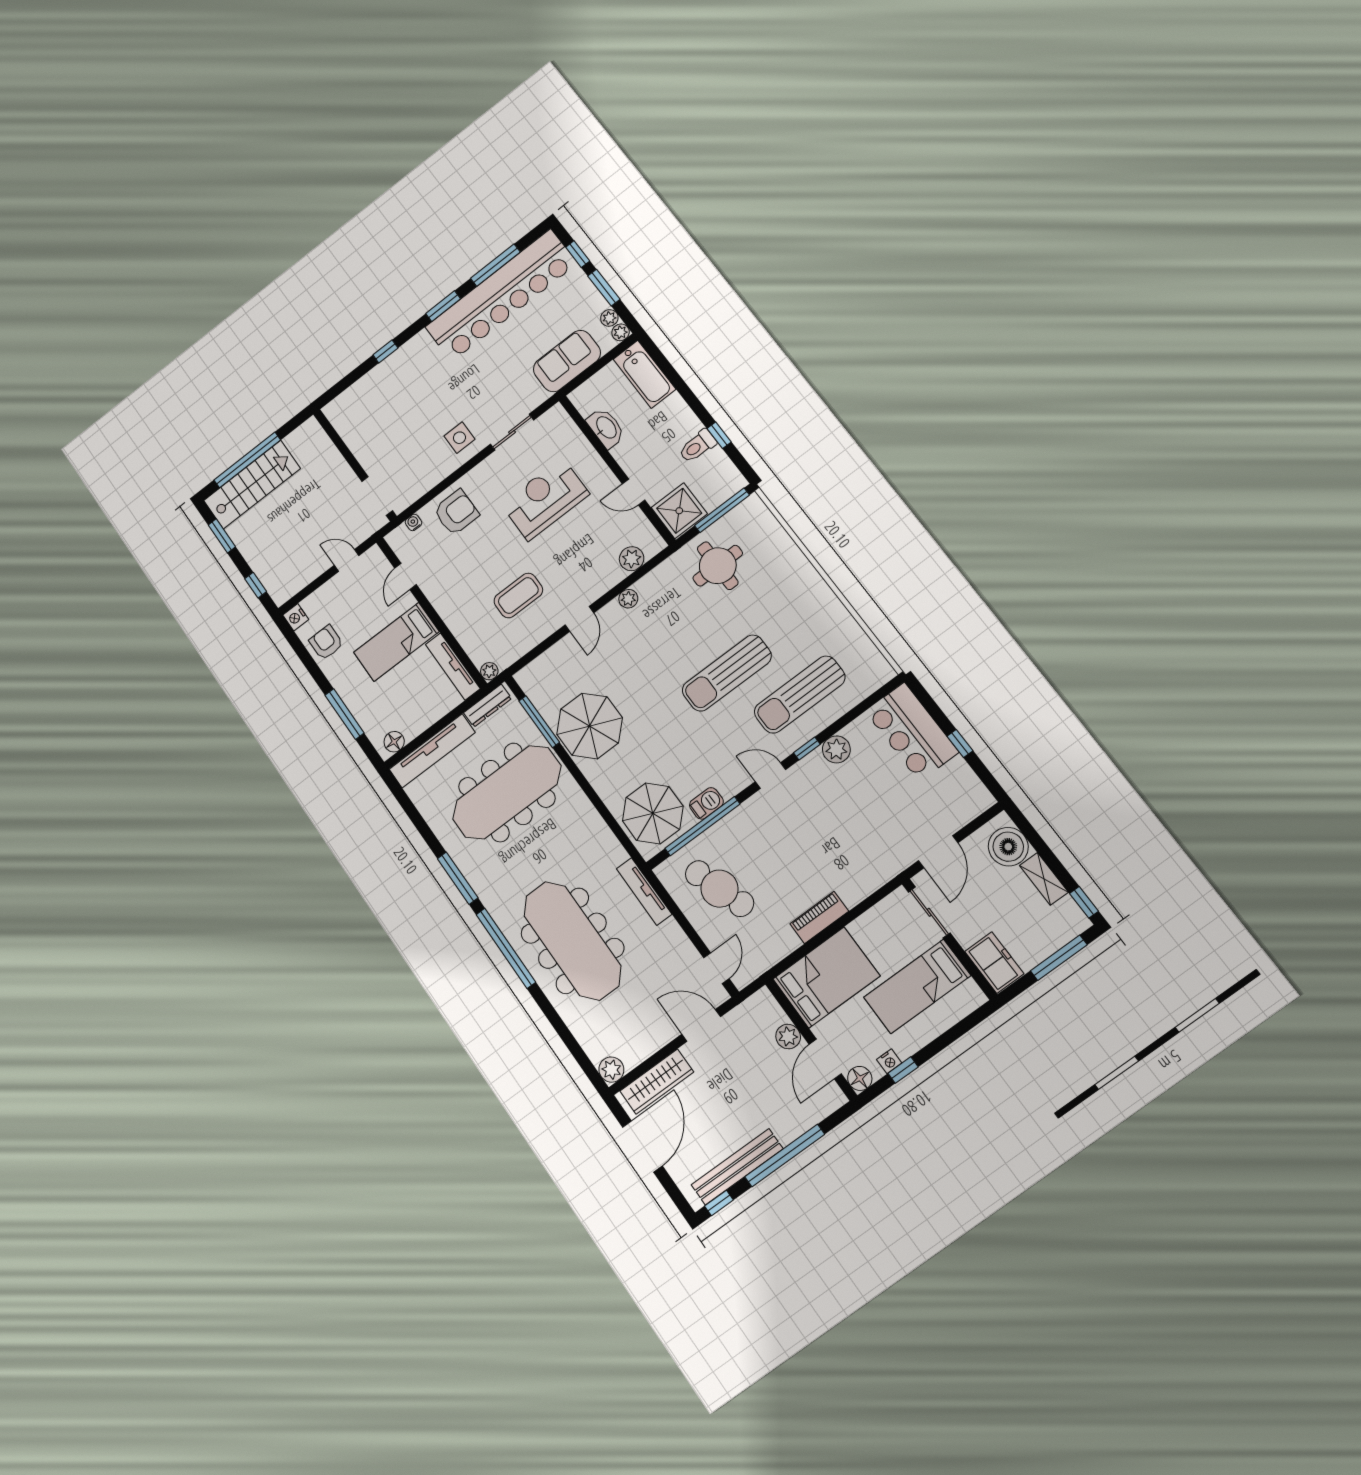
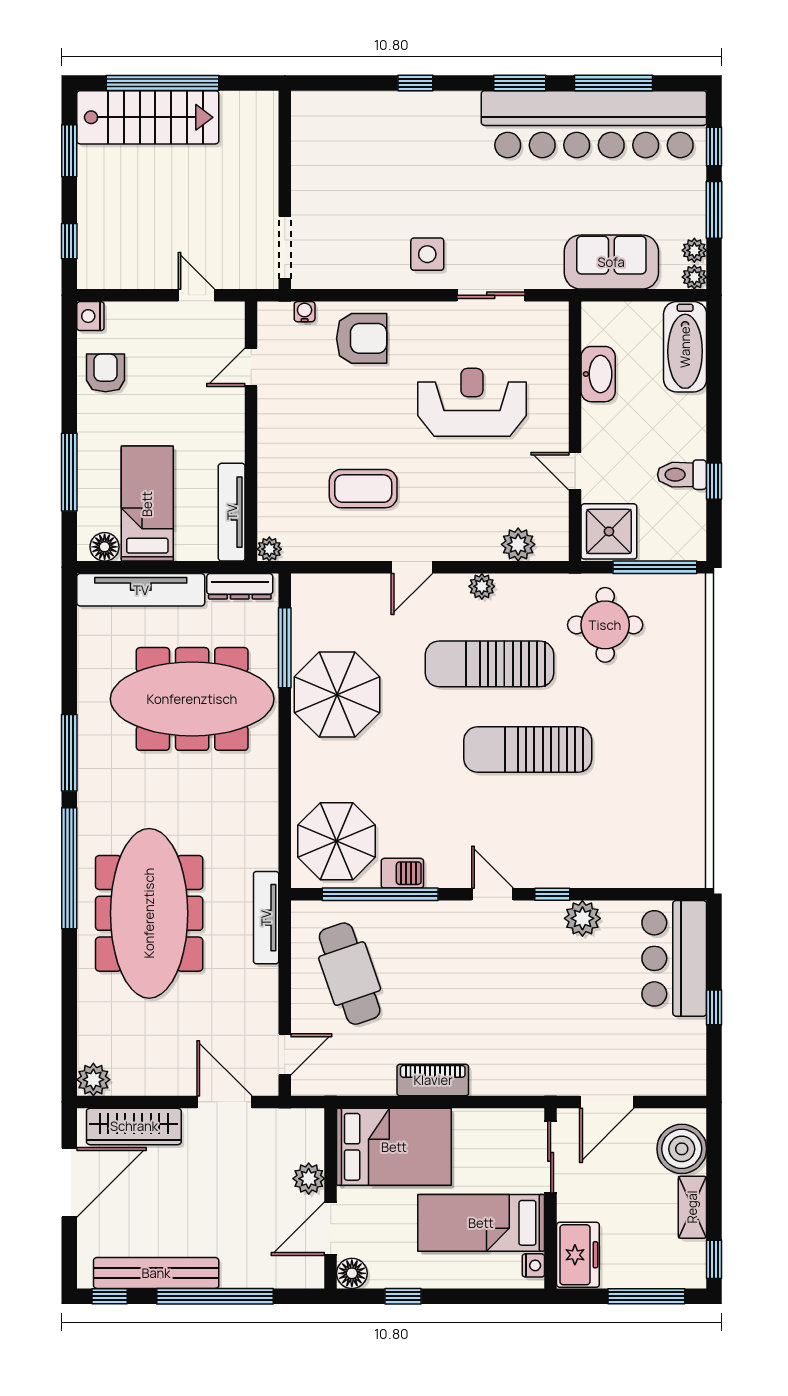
bed: (396, 642) -> (147, 504), moved, turned 90
sun lounger: (800, 695) -> (489, 664), moved
nightstand: (889, 1061) -> (533, 1265), moved, turned -90

